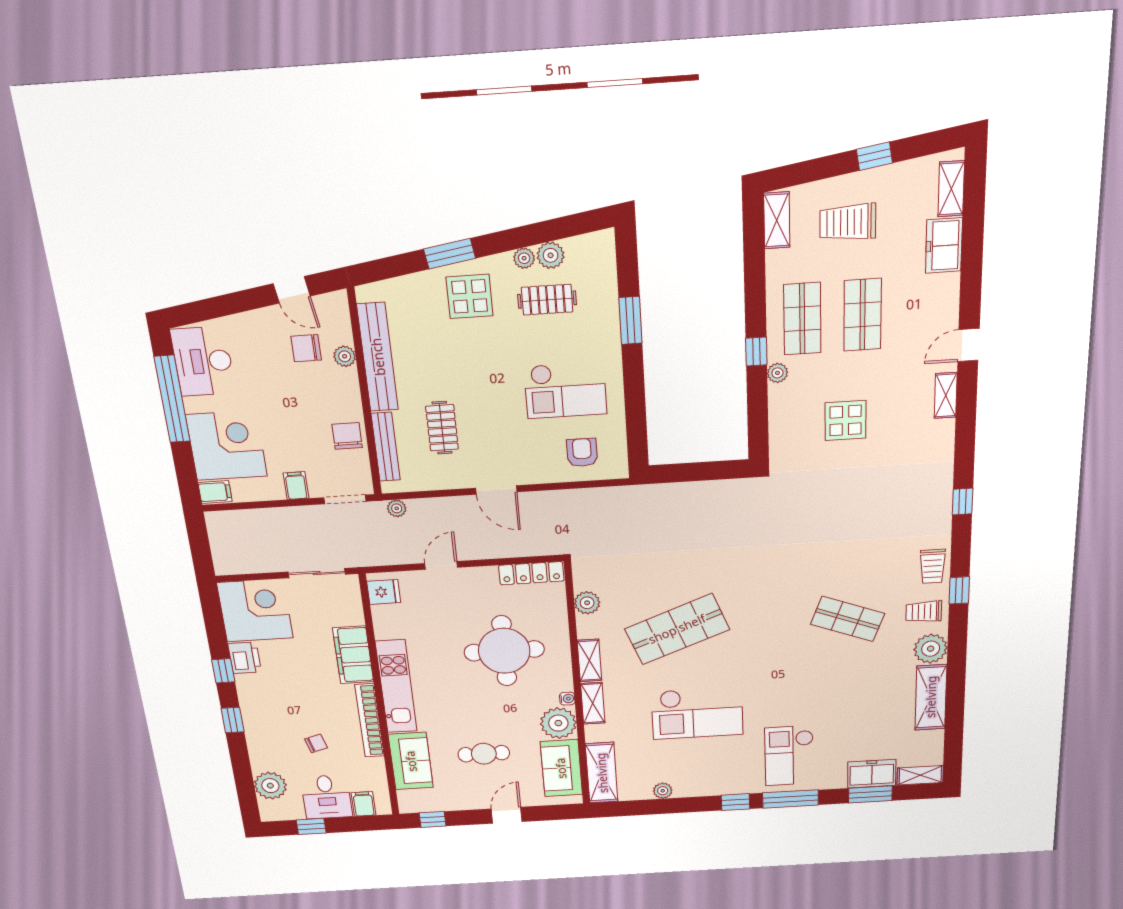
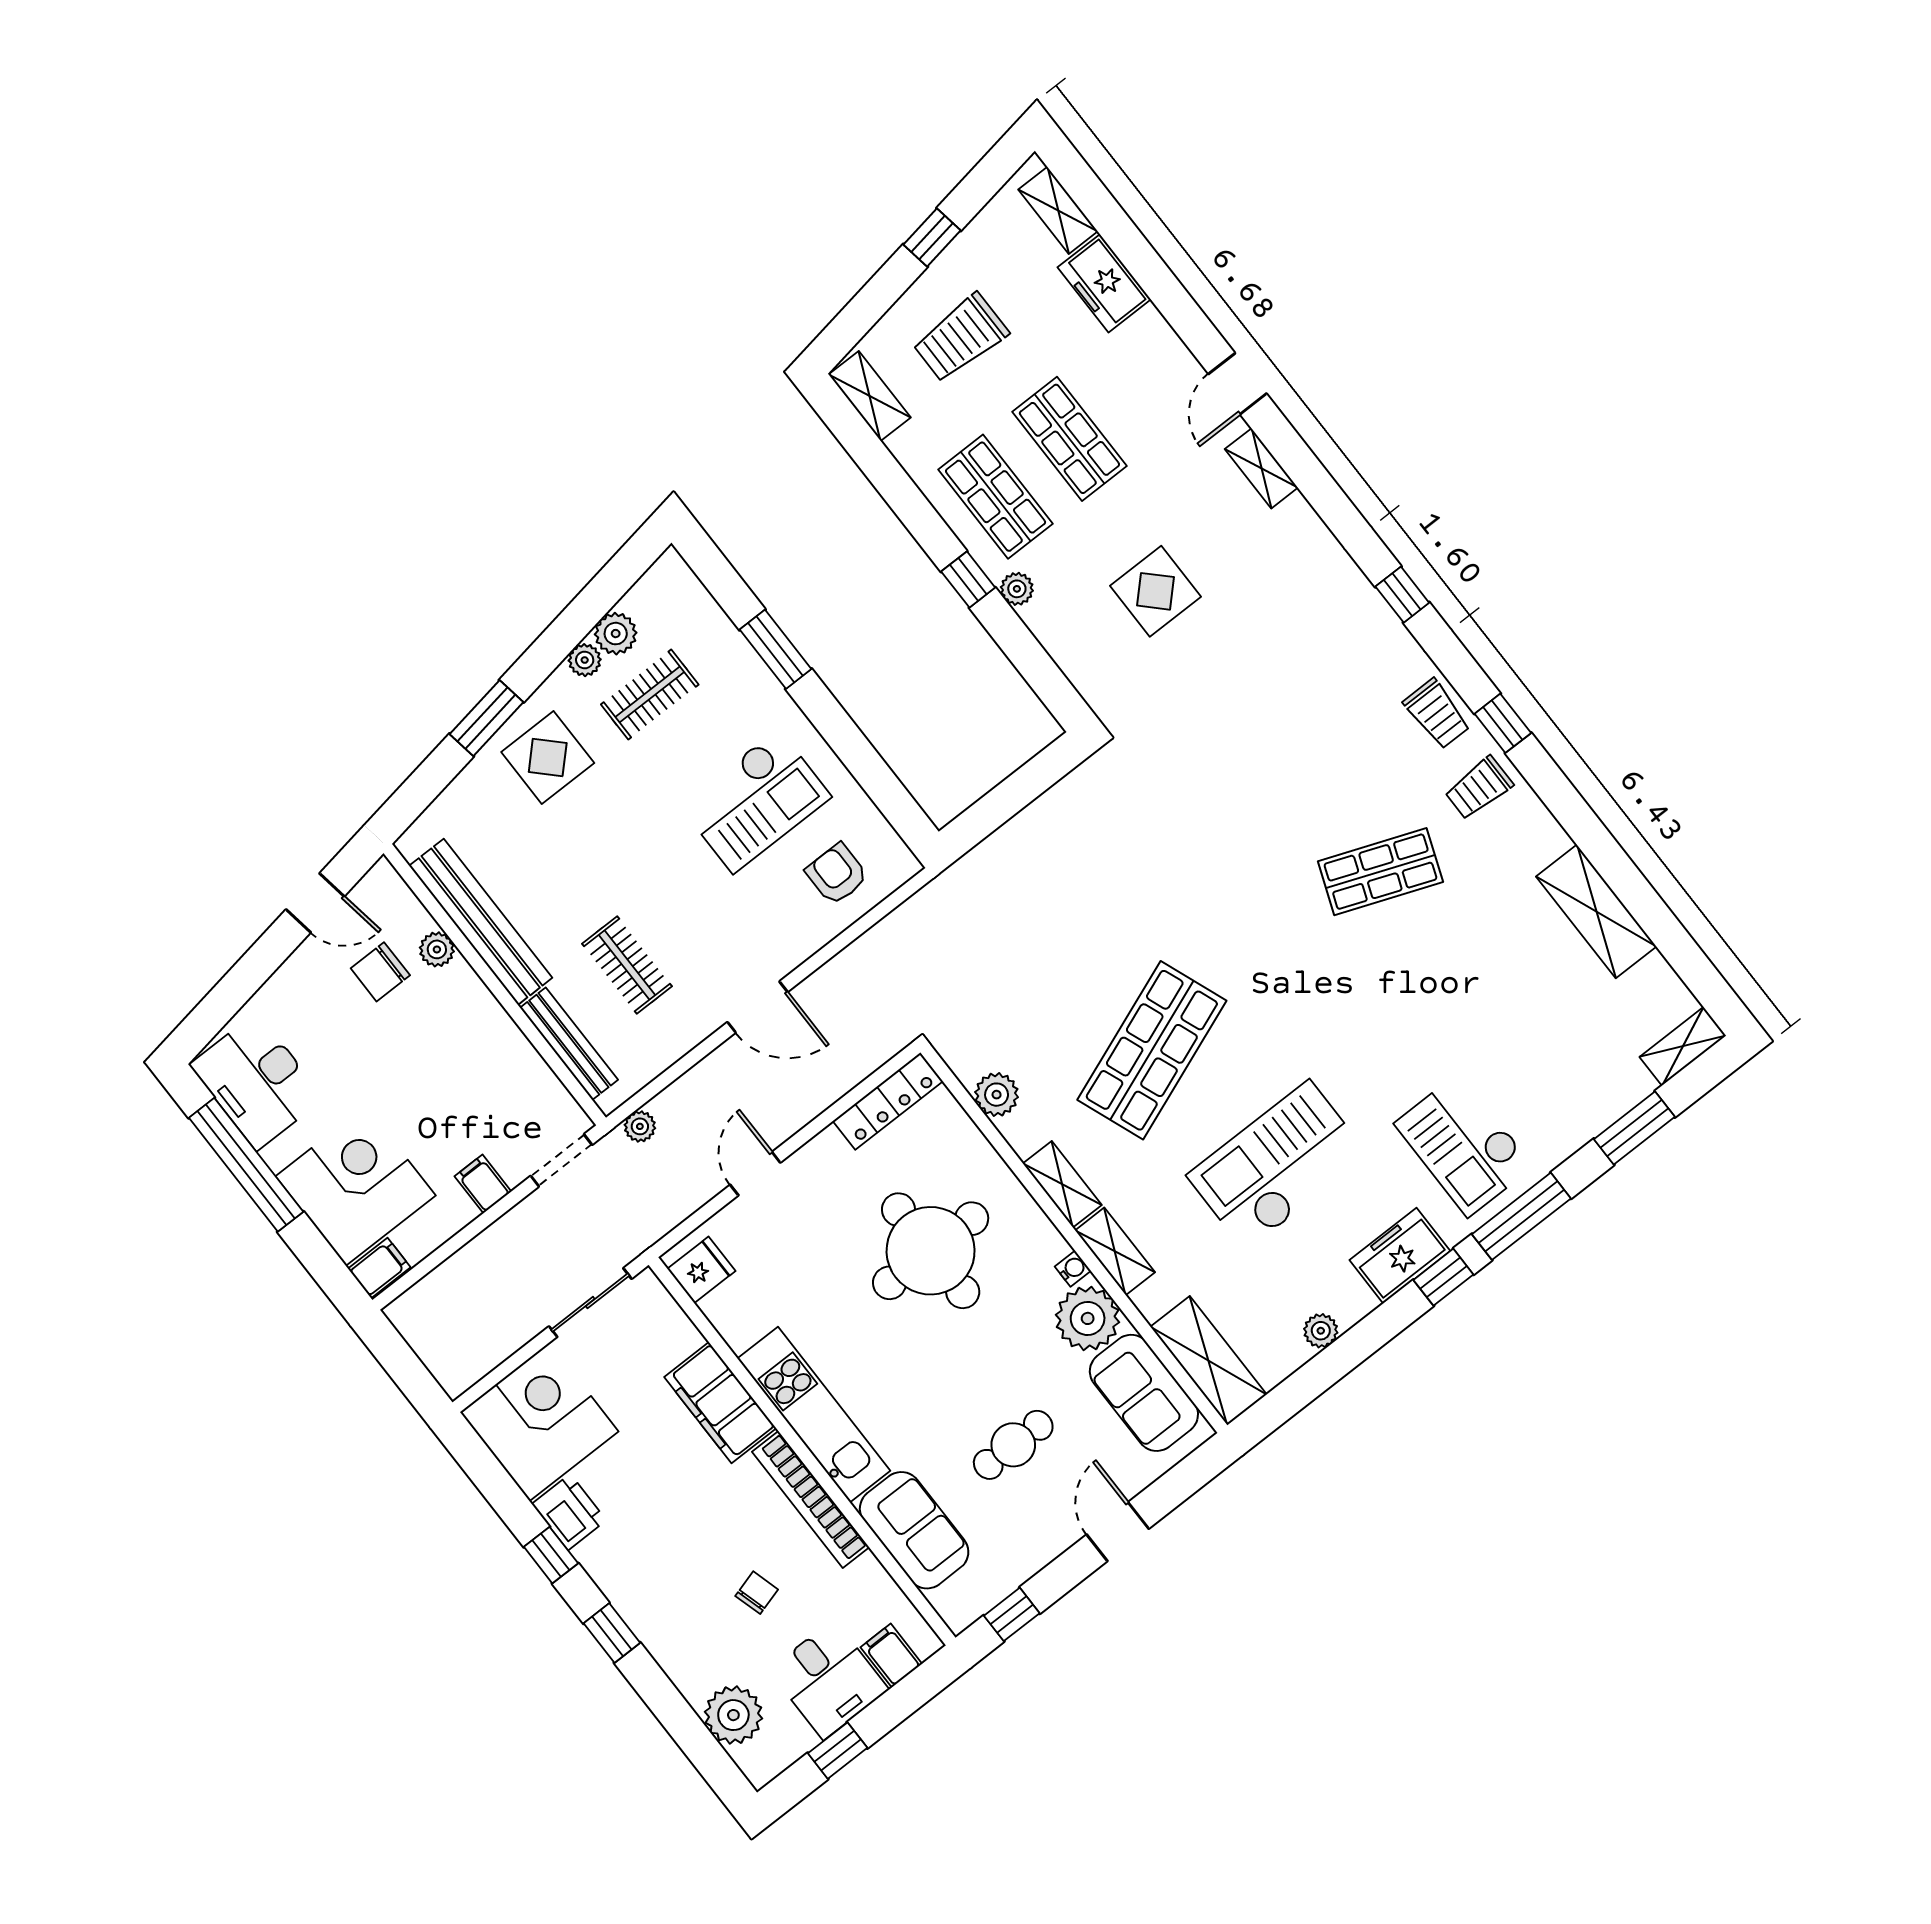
chair: (347, 436) -> (508, 1063), removed
plant: (931, 649) -> (1534, 837), removed
checkout: (697, 713) -> (1278, 1165), turned 180
freezer: (872, 774) -> (1400, 1256), moved

